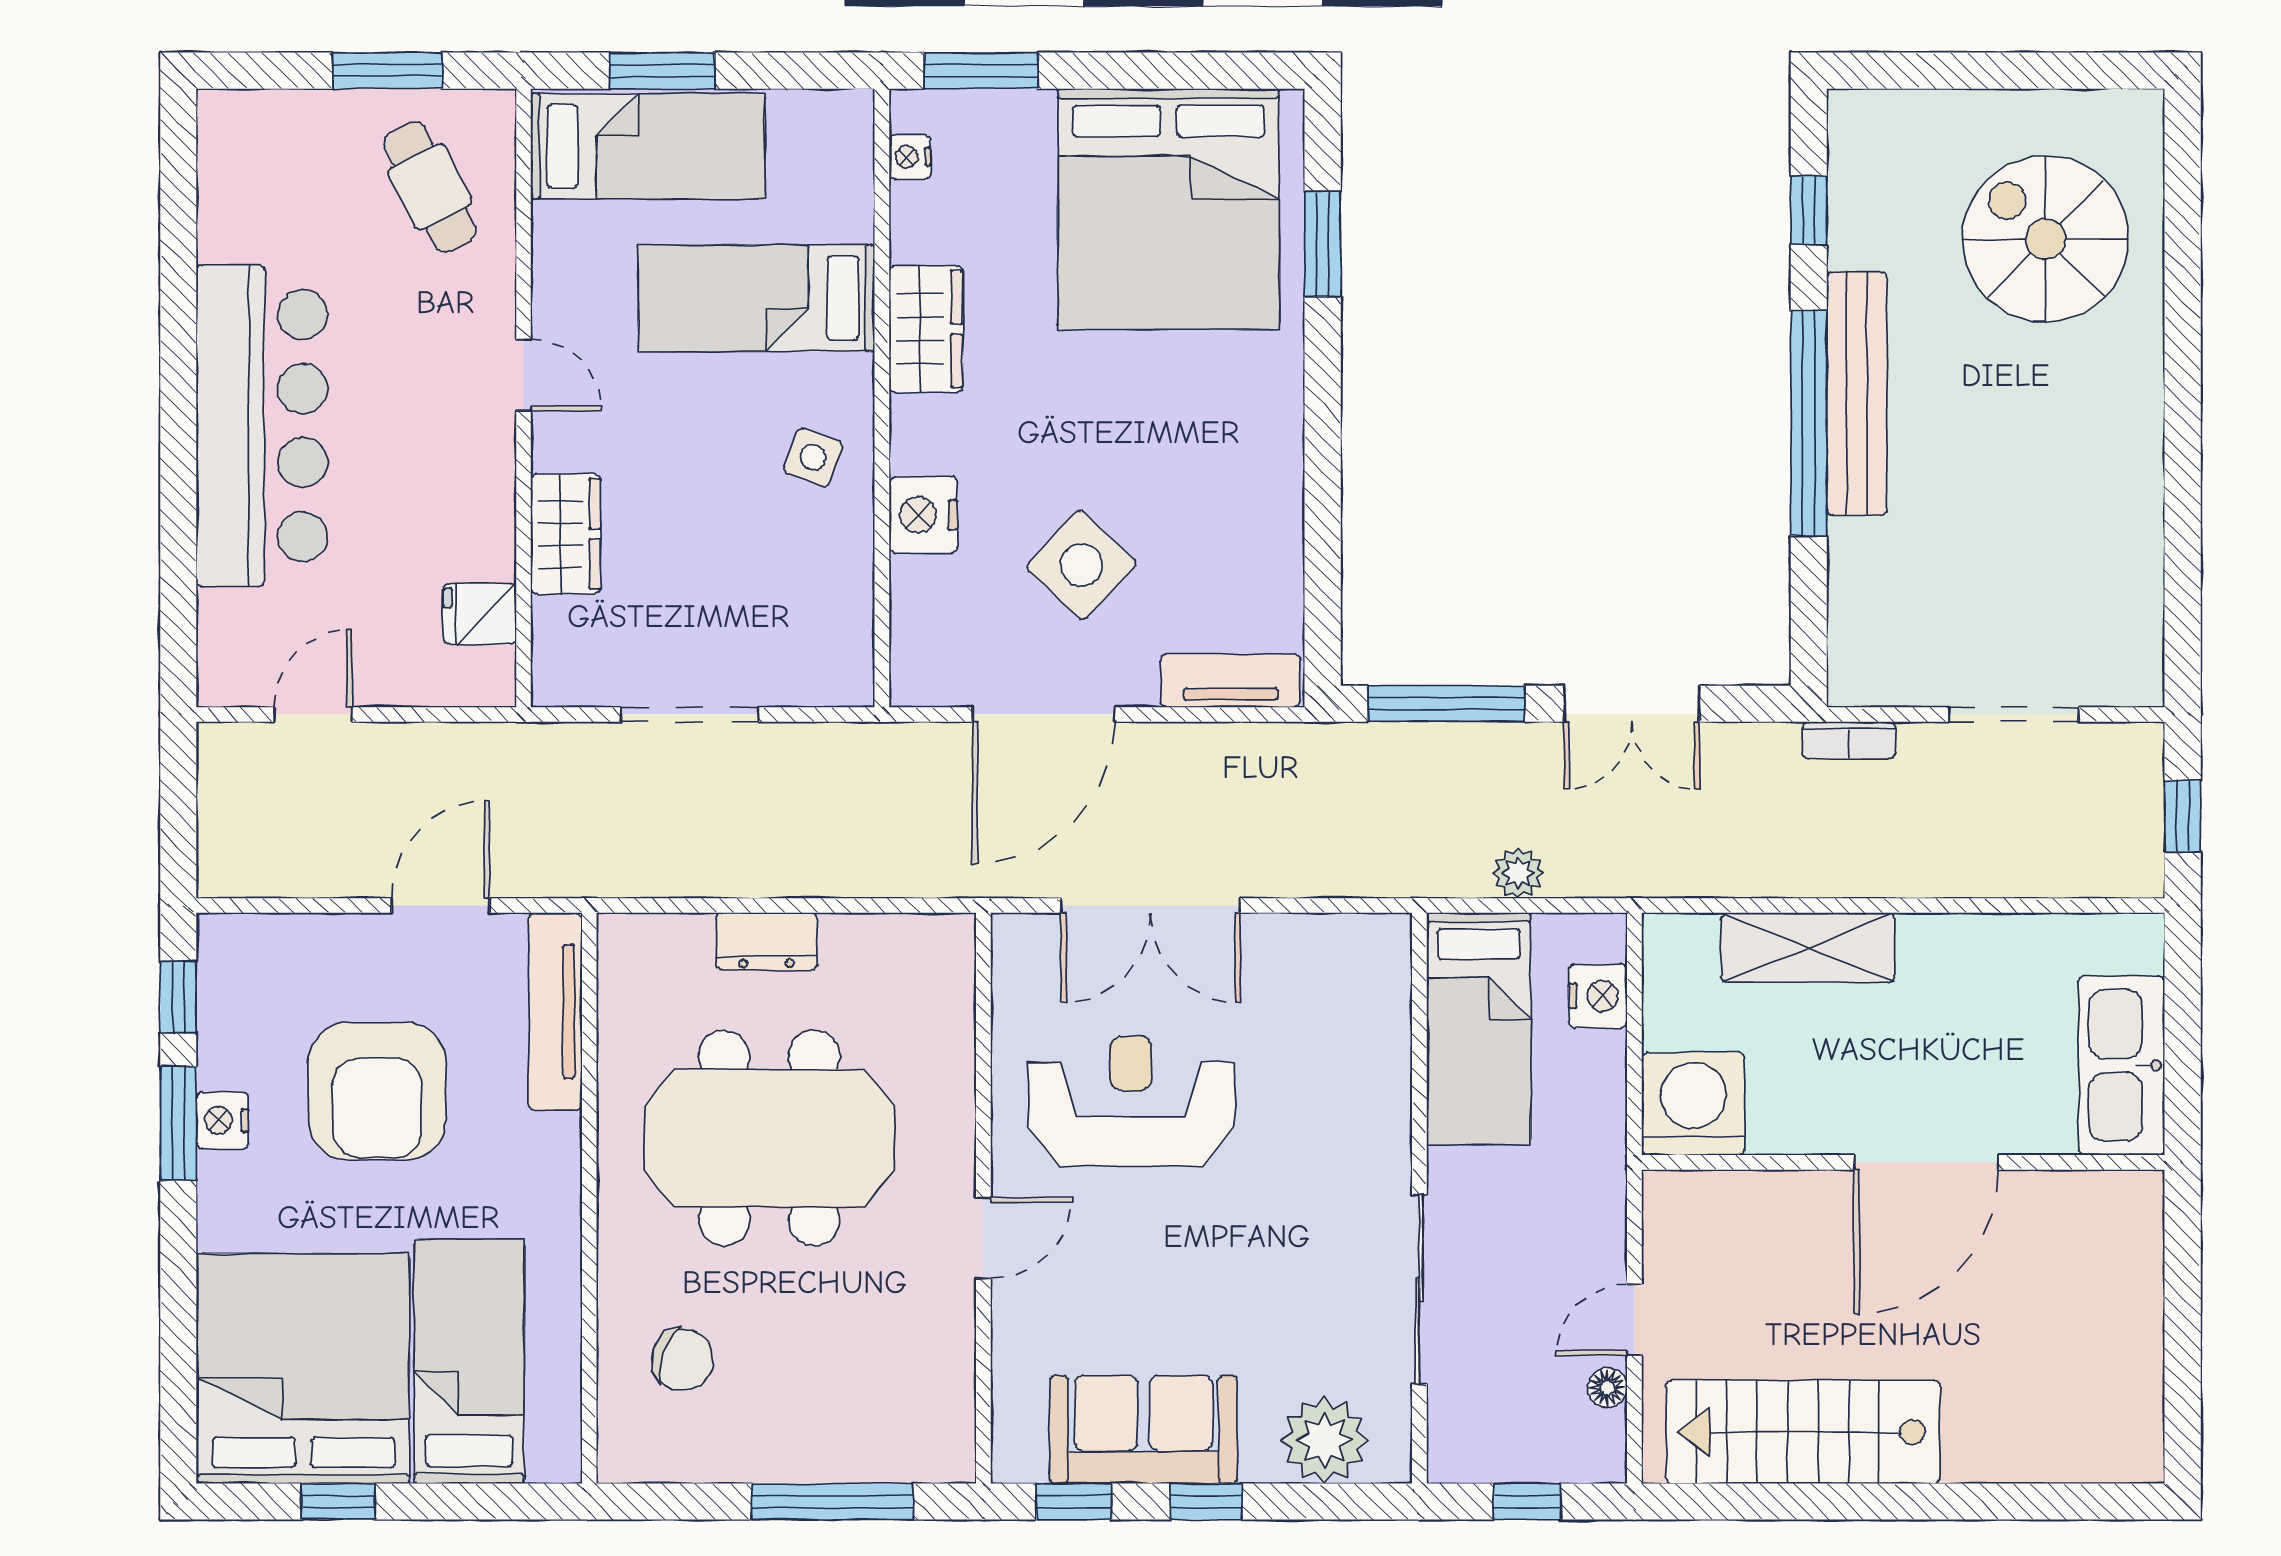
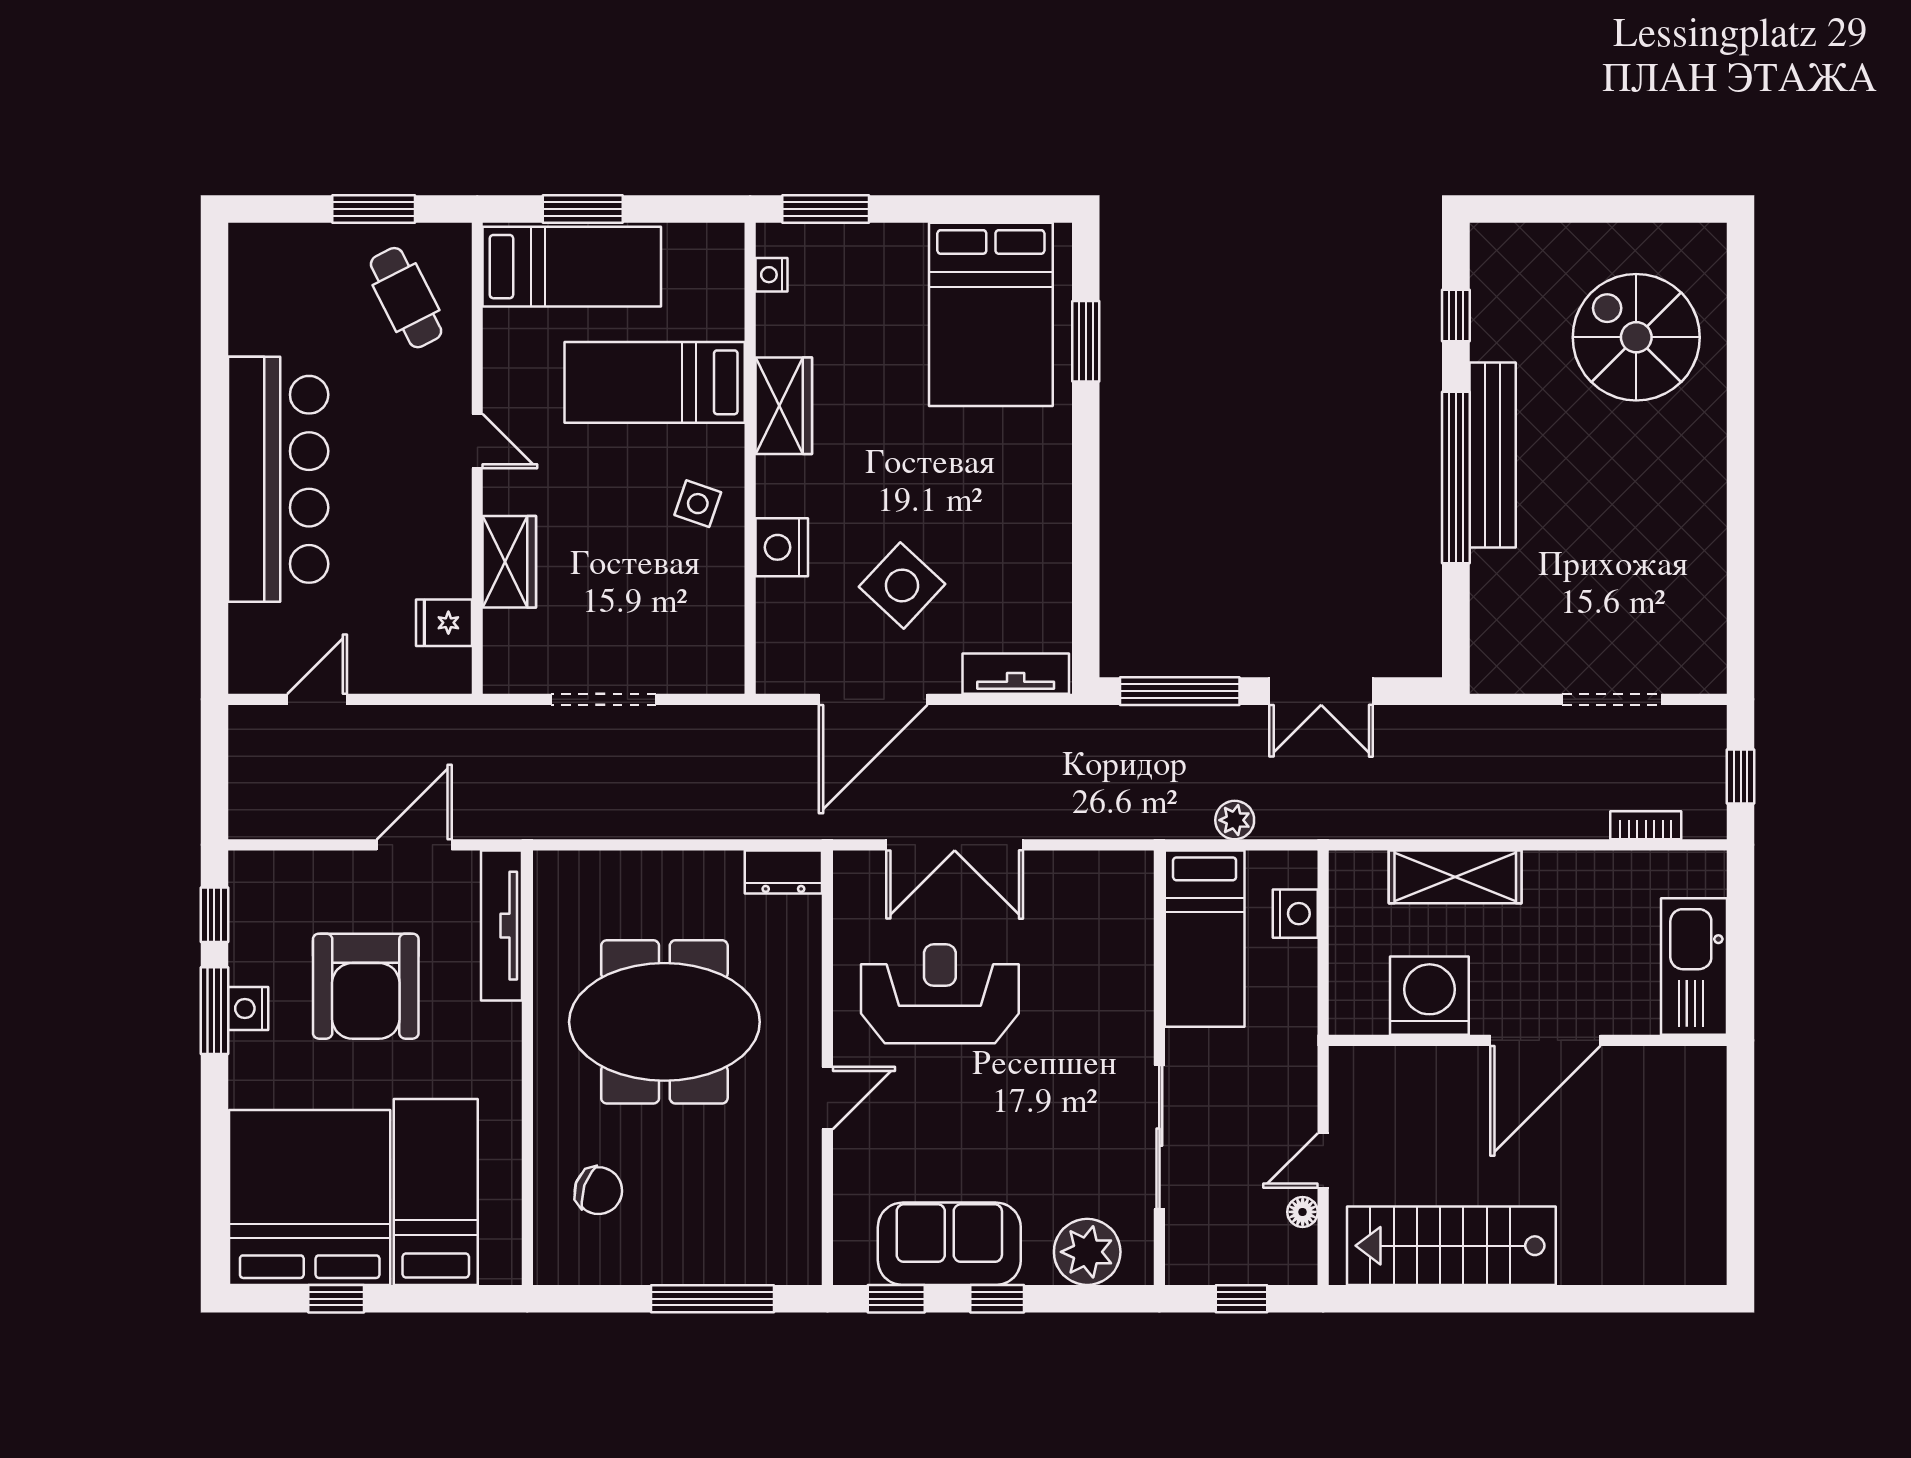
bed: (1169, 209) -> (991, 314), width x0.73
bookcase: (1849, 740) -> (1646, 825), moved, turned 180
dresser: (767, 941) -> (783, 872), moved
washing machine: (1693, 1104) -> (1429, 996), moved

